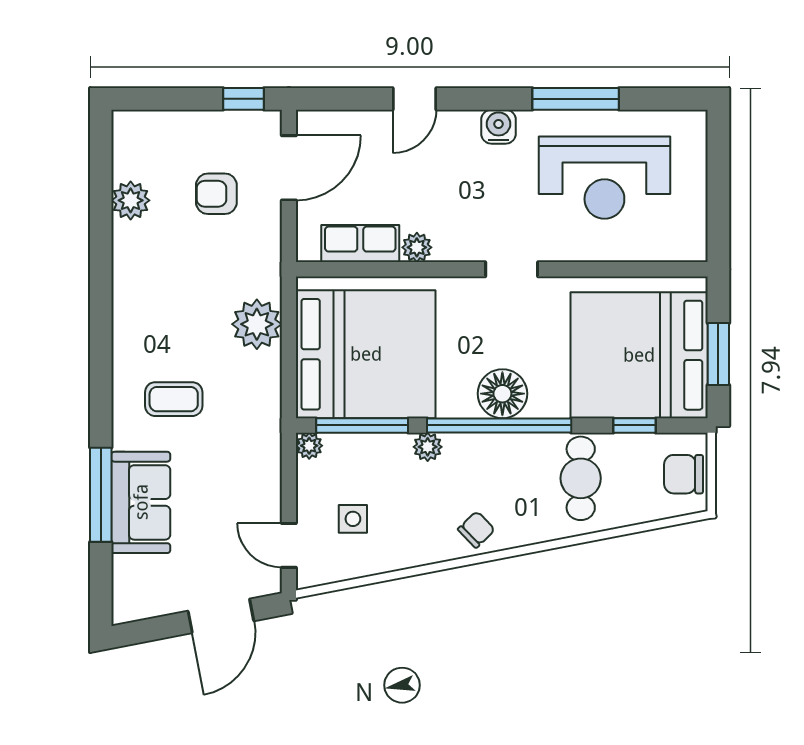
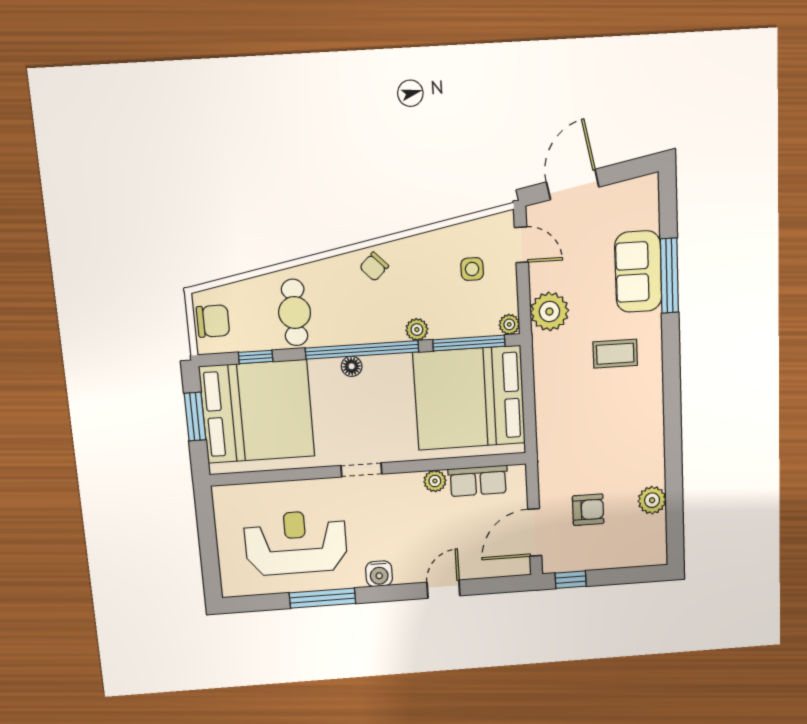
plant: (257, 324) -> (549, 312), moved
floor lamp: (502, 394) -> (352, 366), width x0.53, depth x0.53

